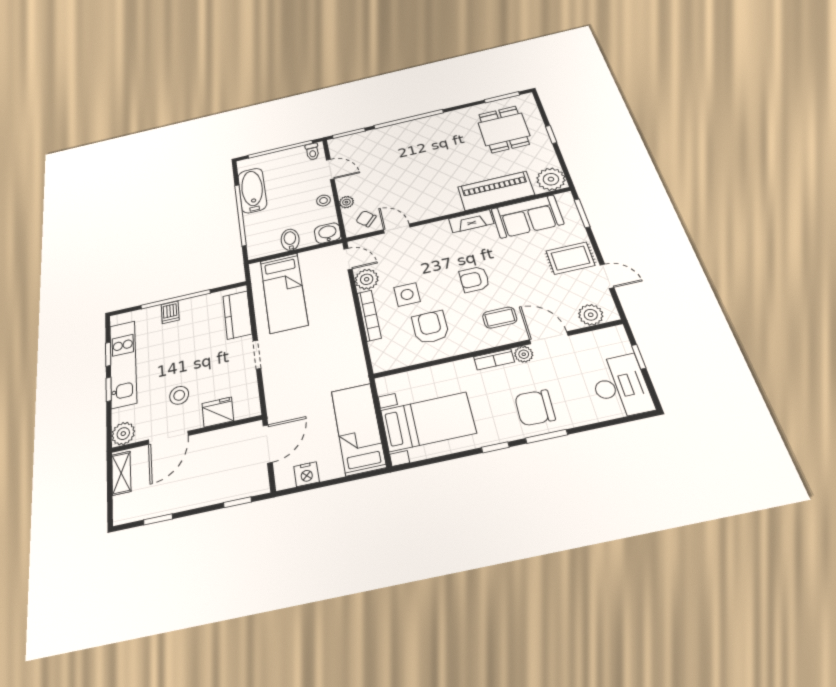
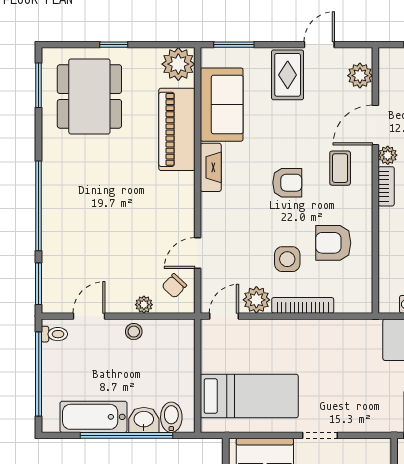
dining table: (504, 129) -> (89, 96), width x1.38
washbasin: (328, 233) -> (144, 420), moved, turned 90
bidet: (290, 240) -> (171, 417), moved, turned 90
armchair: (474, 279) -> (287, 183), turned -90

